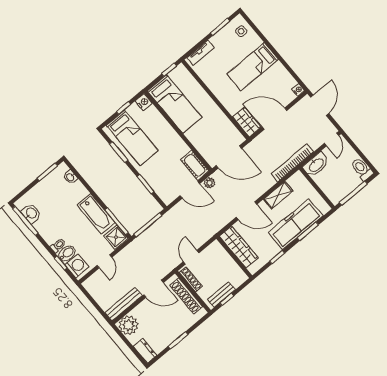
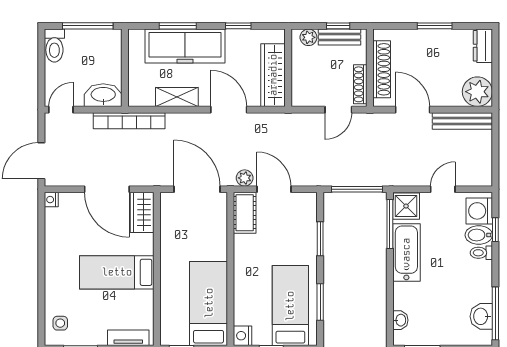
bed: (253, 67) -> (117, 272), moved, turned 180
plant: (237, 281) -> (308, 37), added

